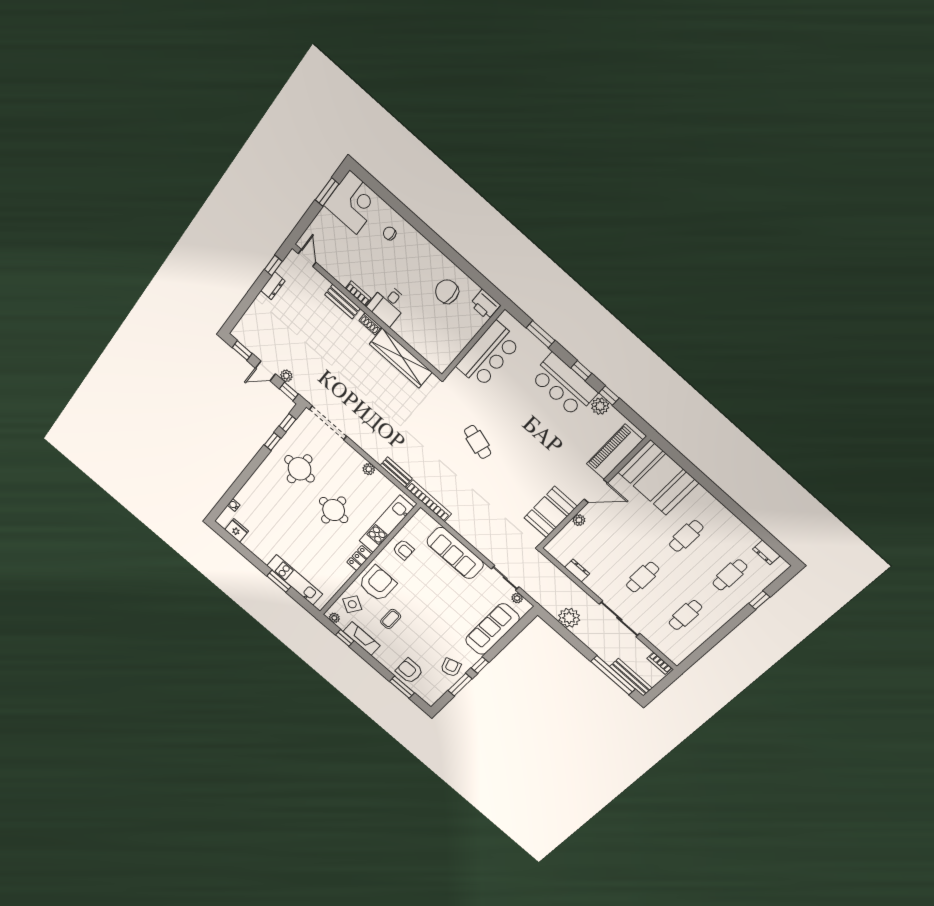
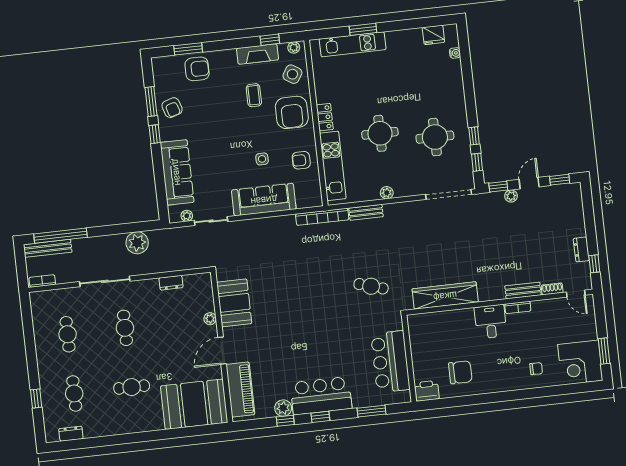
shoe rack: (370, 324) -> (552, 289), moved
cafe table: (478, 442) -> (371, 286), moved
cafe table: (686, 536) -> (132, 387), turned 90
side table: (428, 578) -> (262, 159), added

